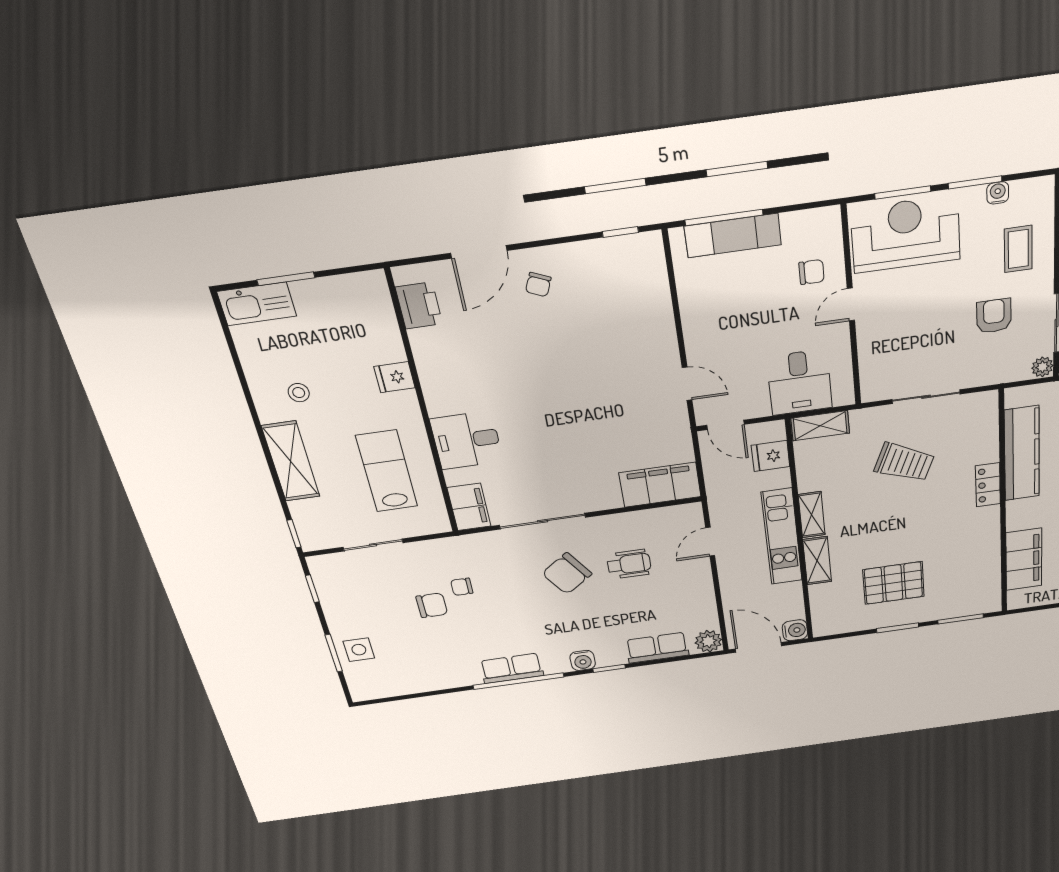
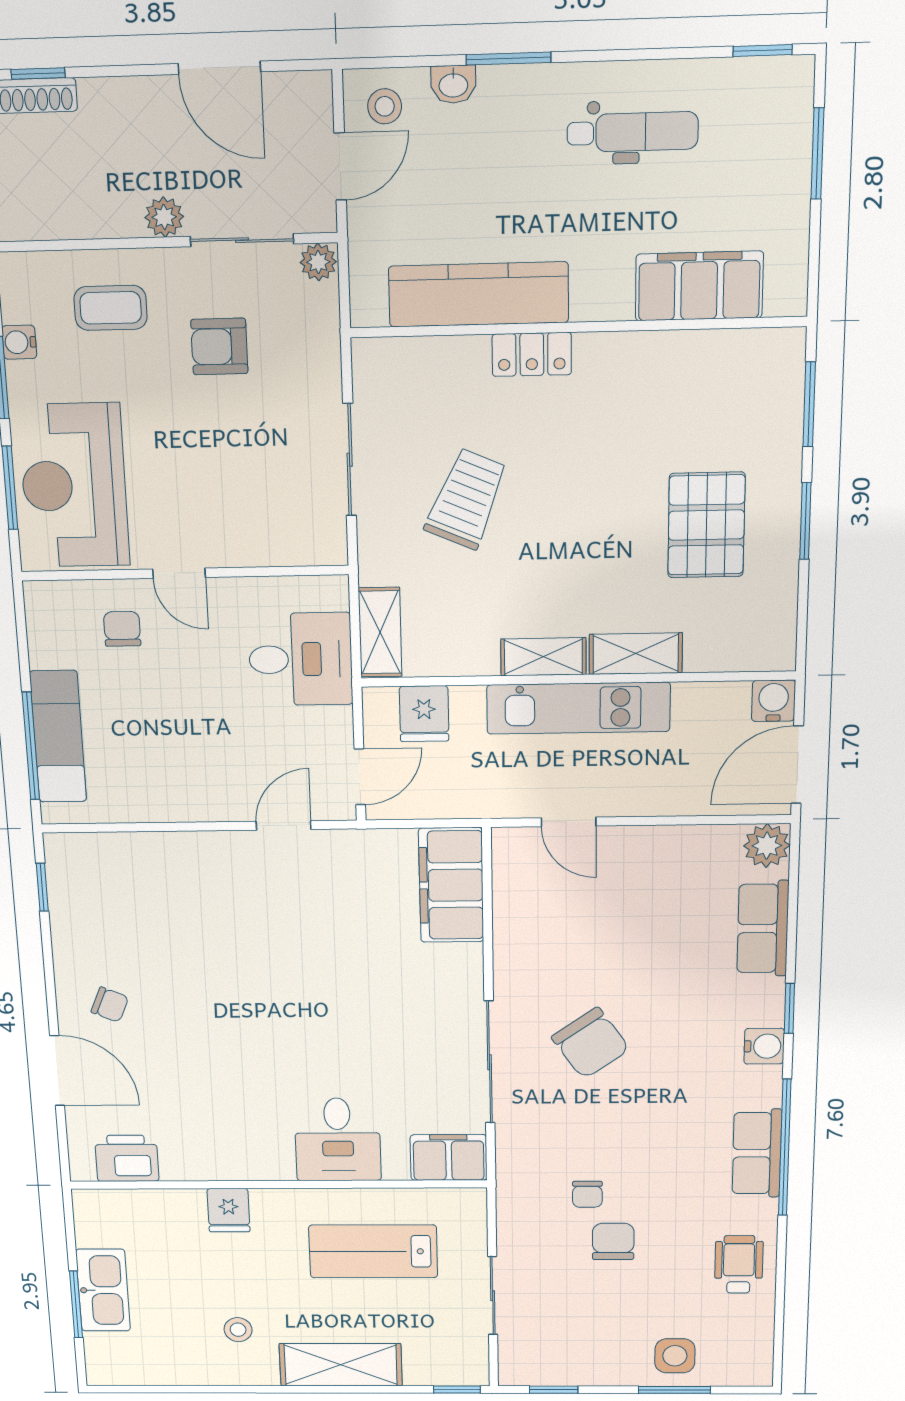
kitchen sink: (257, 304) -> (103, 1290), moved
wheelchair: (629, 564) -> (739, 1264), moved

